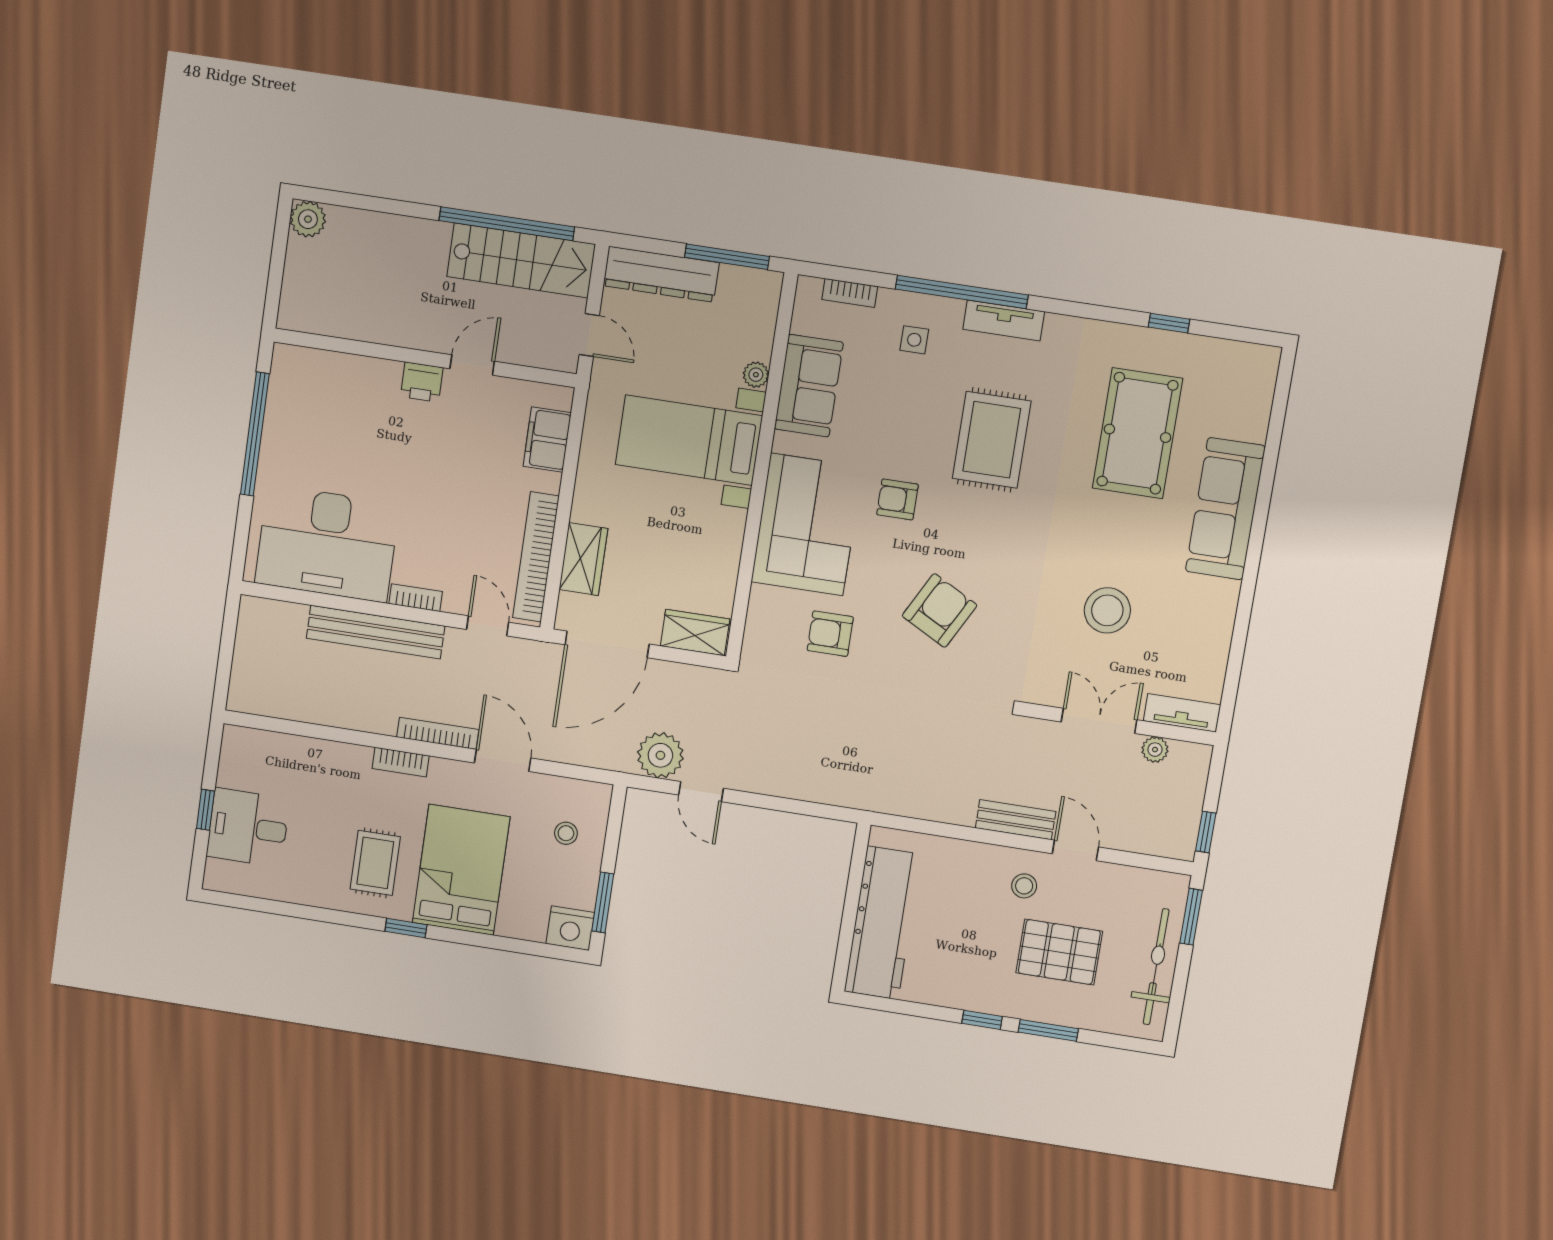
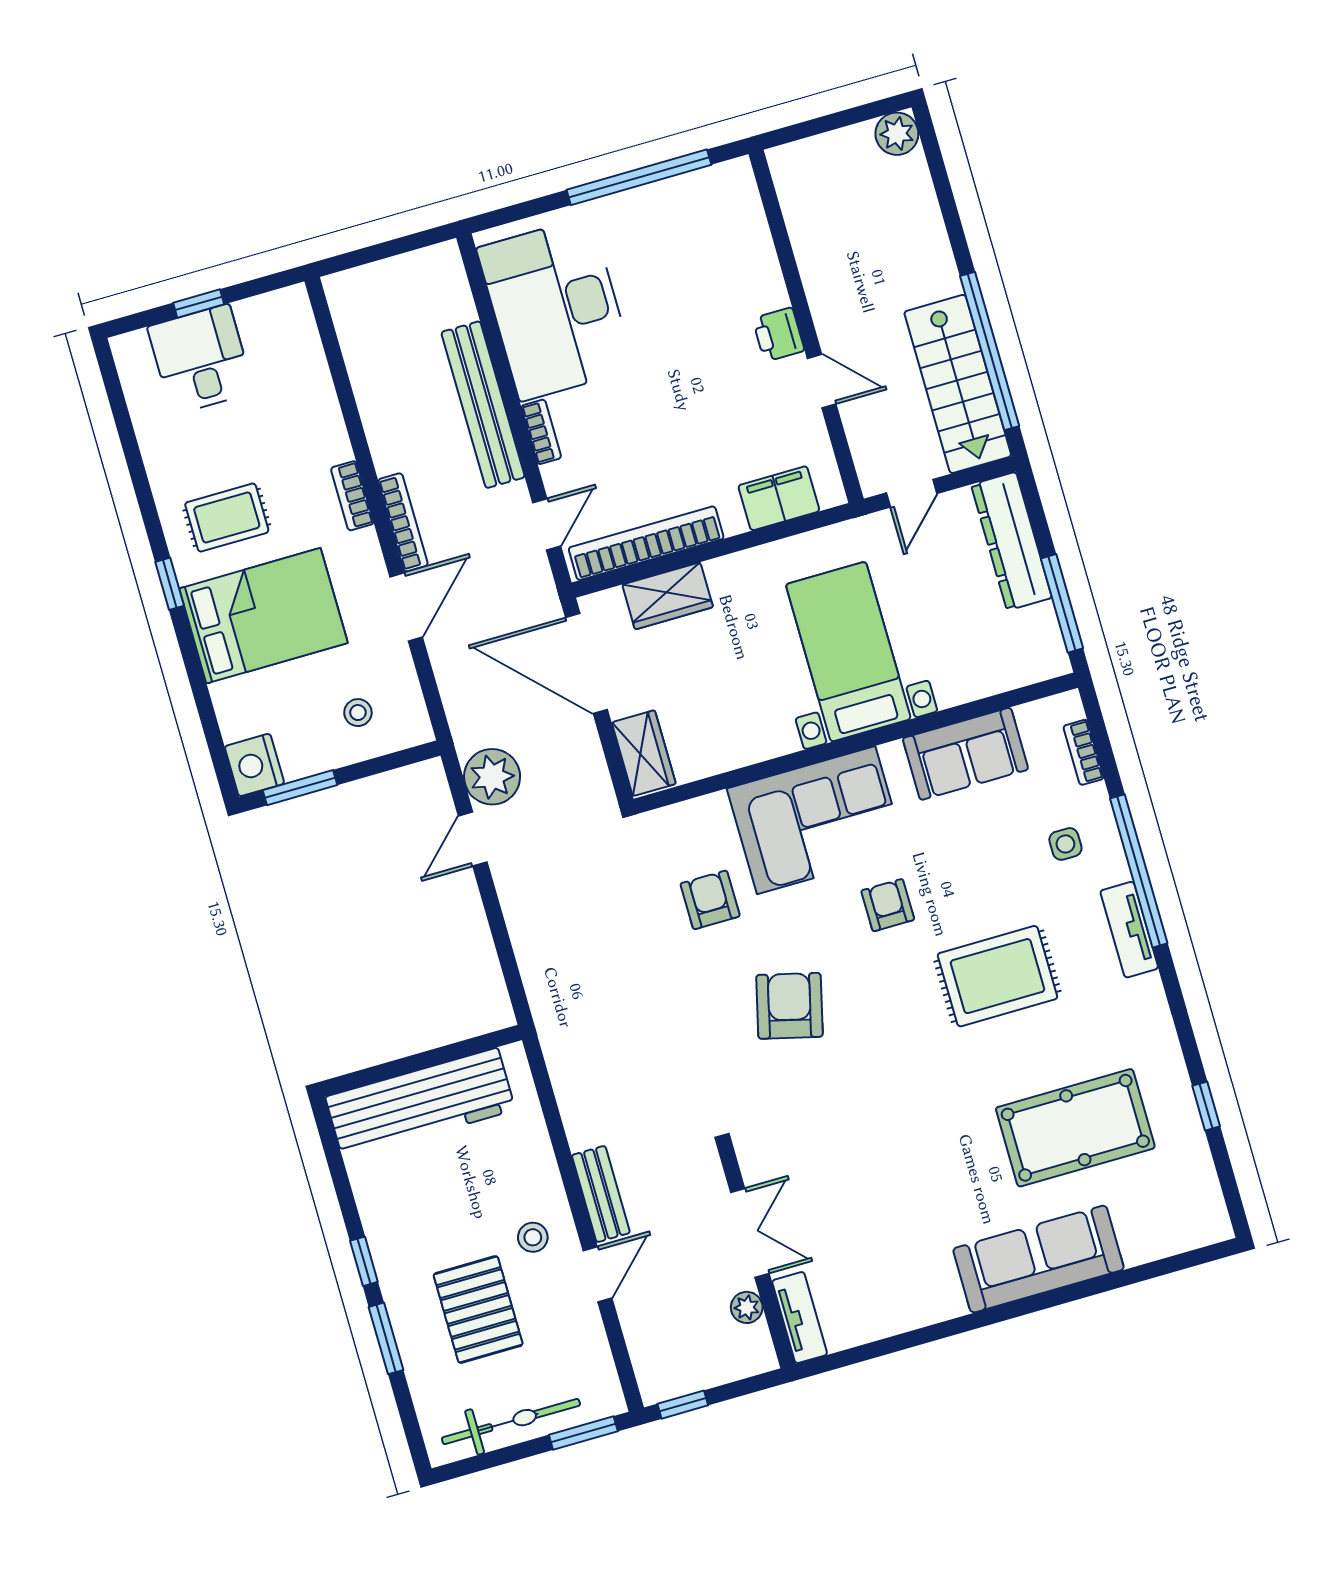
plant: (756, 375) -> (951, 692), removed
armchair: (940, 610) -> (789, 1006), turned -104
stool: (1107, 610) -> (873, 1185), removed

